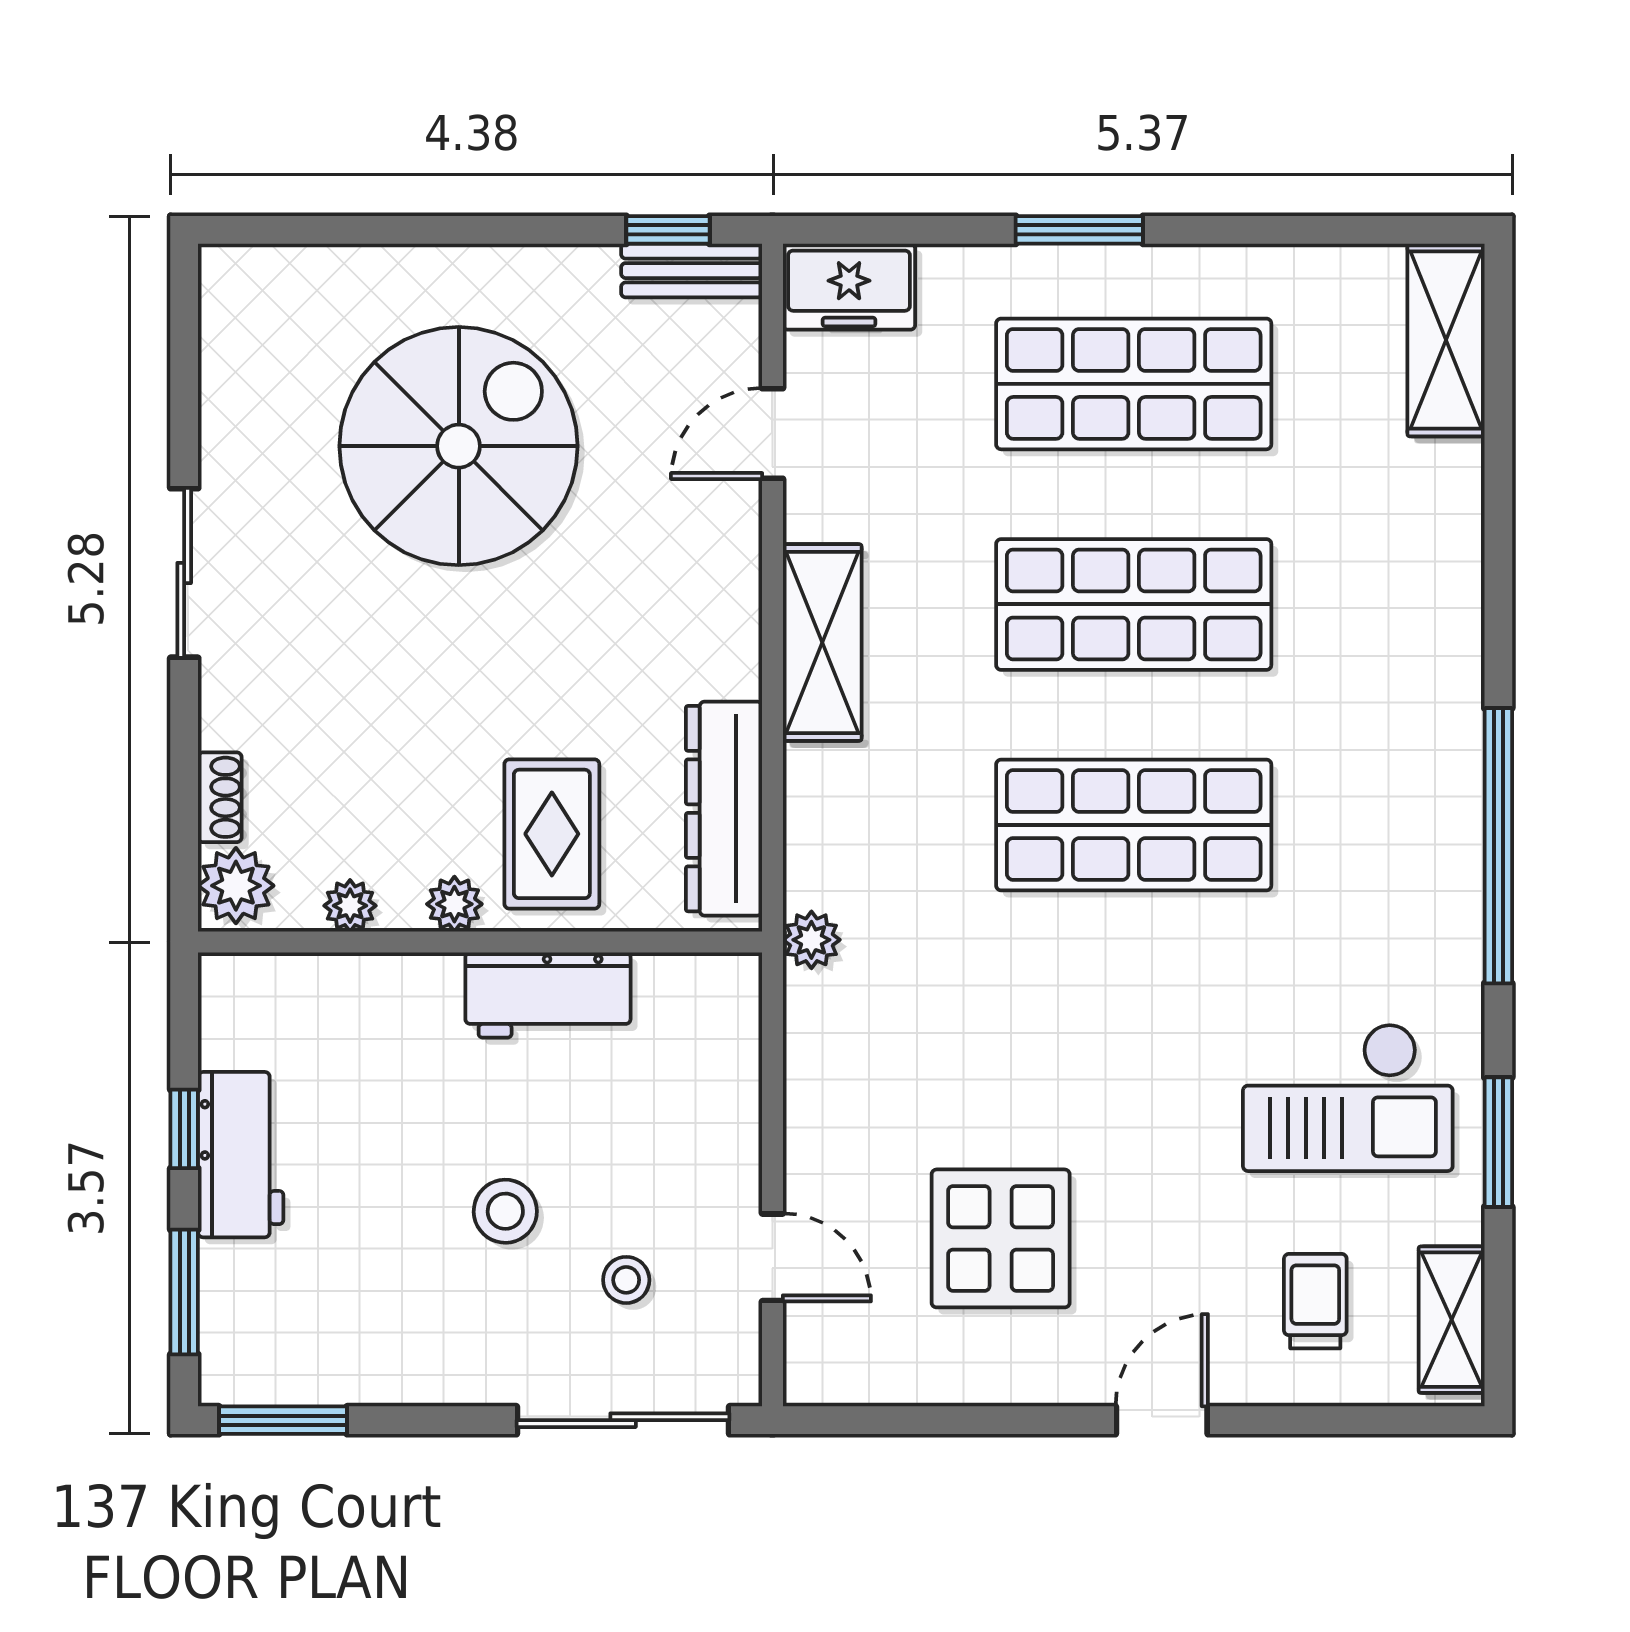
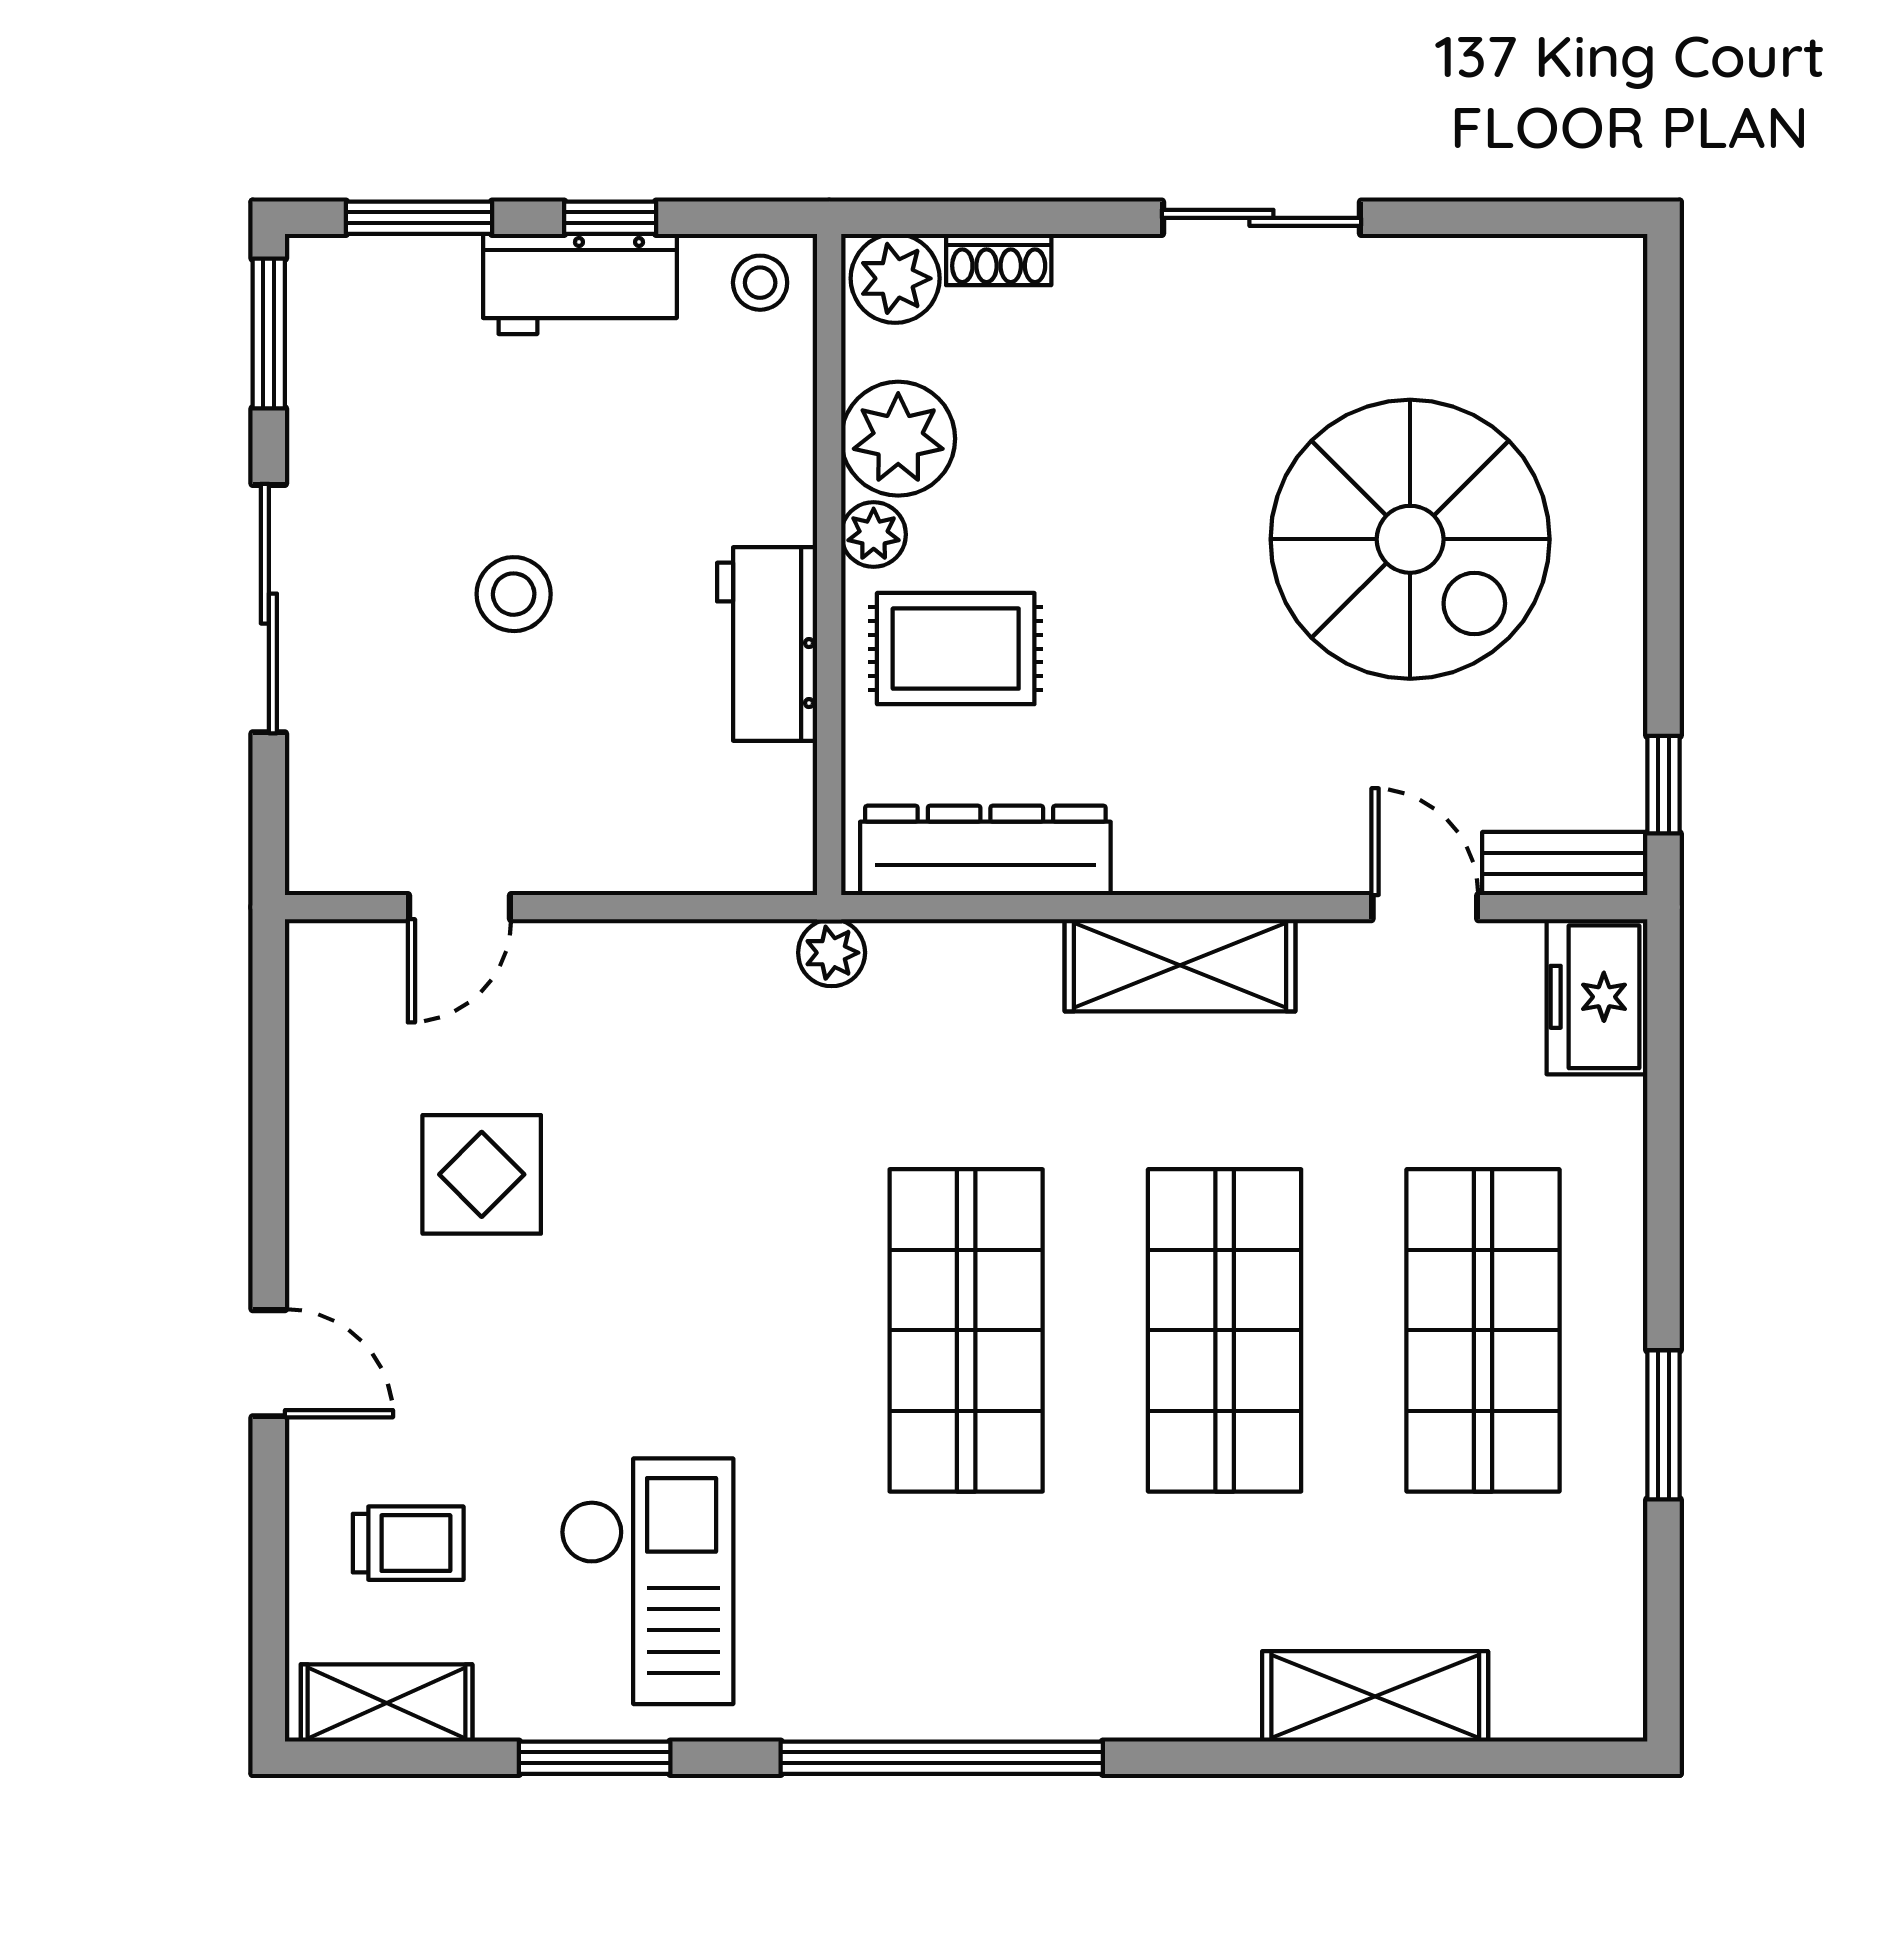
window: (1079, 230) -> (1663, 1425), moved
bench: (692, 271) -> (1565, 864), moved, turned 90
shelving: (1446, 340) -> (1375, 1696), moved
plant: (350, 906) -> (898, 439), width x1.88, depth x1.88
checkout: (1348, 1097) -> (647, 1581), turned 180
display table: (1001, 1238) -> (482, 1174), width x0.73, depth x0.73
stool: (626, 1280) -> (760, 283), moved
sliding door: (623, 1420) -> (269, 609), moved

